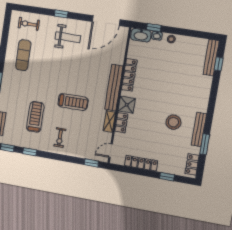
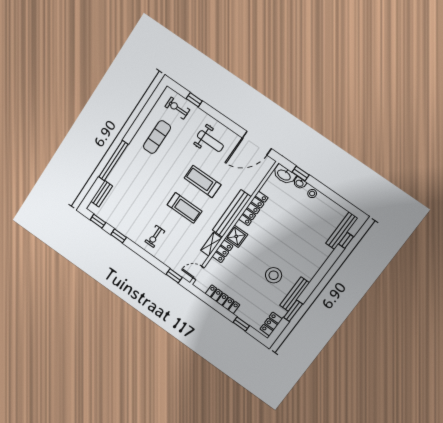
window: (61, 14) -> (194, 100), moved
treadmill: (35, 117) -> (203, 181), moved, turned -90

